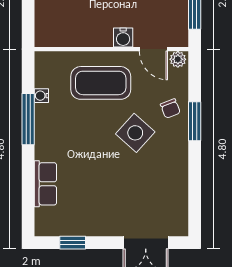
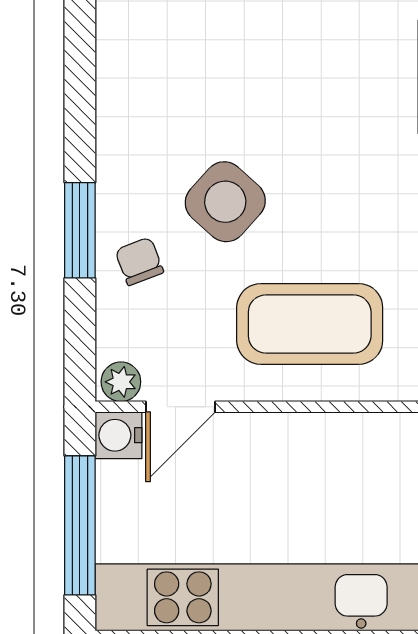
water cooler: (123, 38) -> (119, 435), moved, turned -90
door: (153, 49) -> (181, 407), swing flipped

